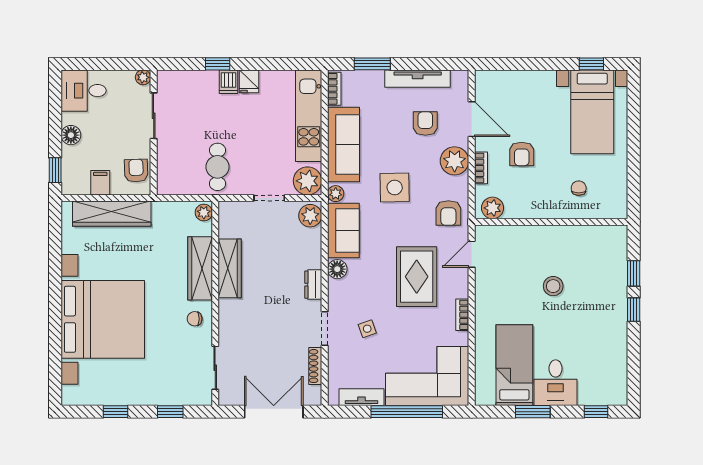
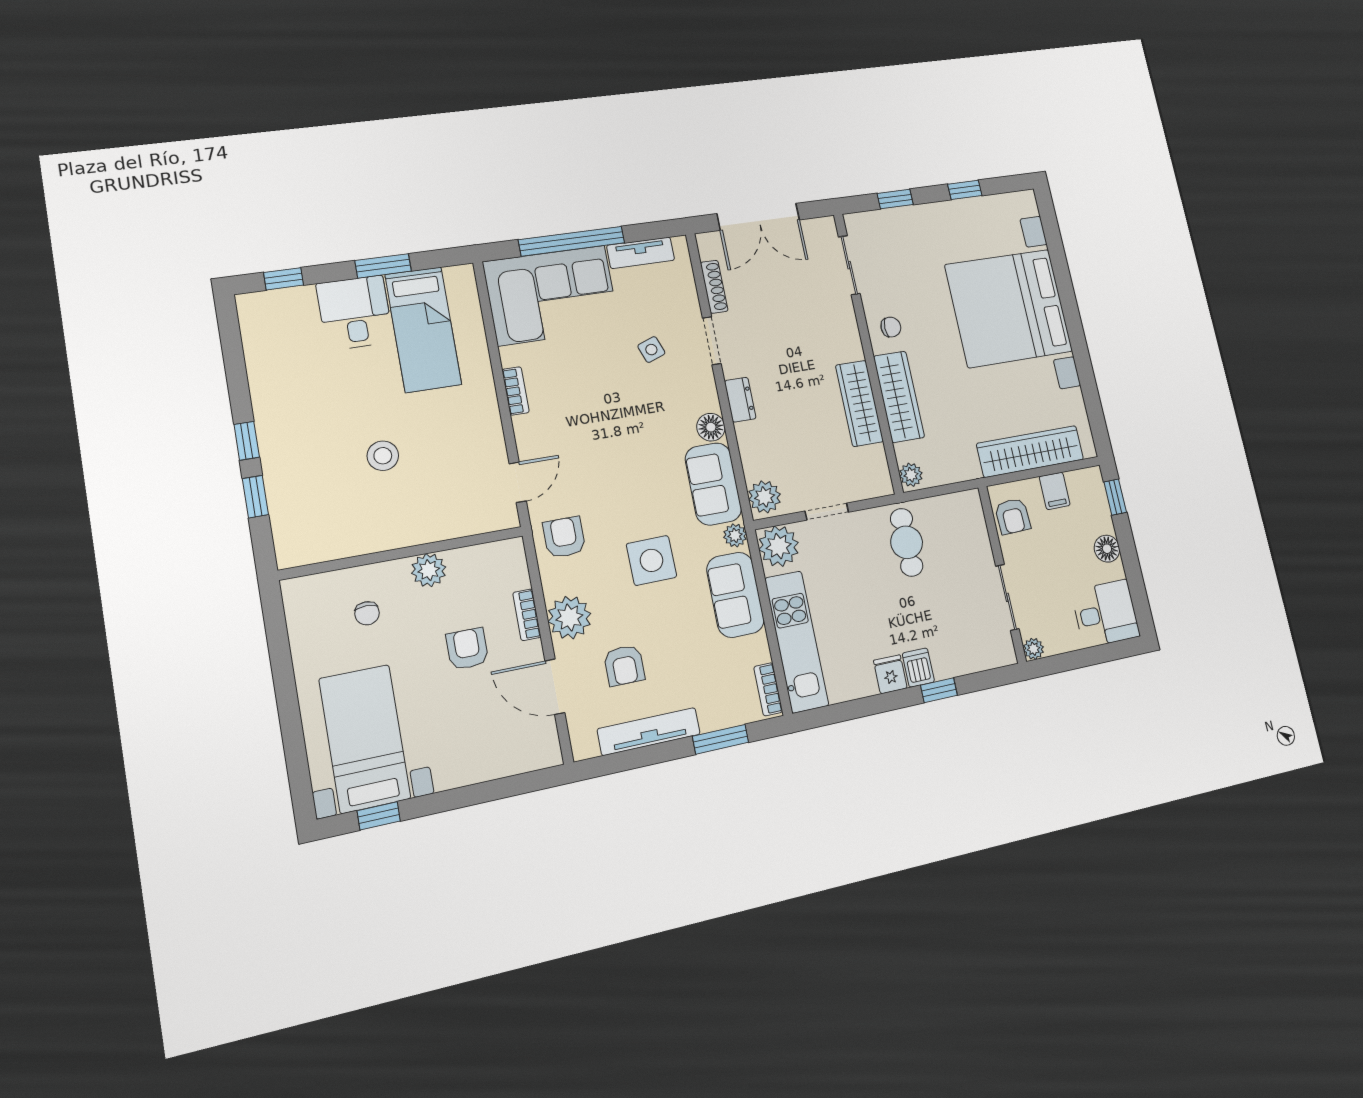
sofa: (343, 145) -> (735, 595), width x0.73
plant: (493, 208) -> (429, 570), moved
rug: (417, 277) -> (594, 435), removed

